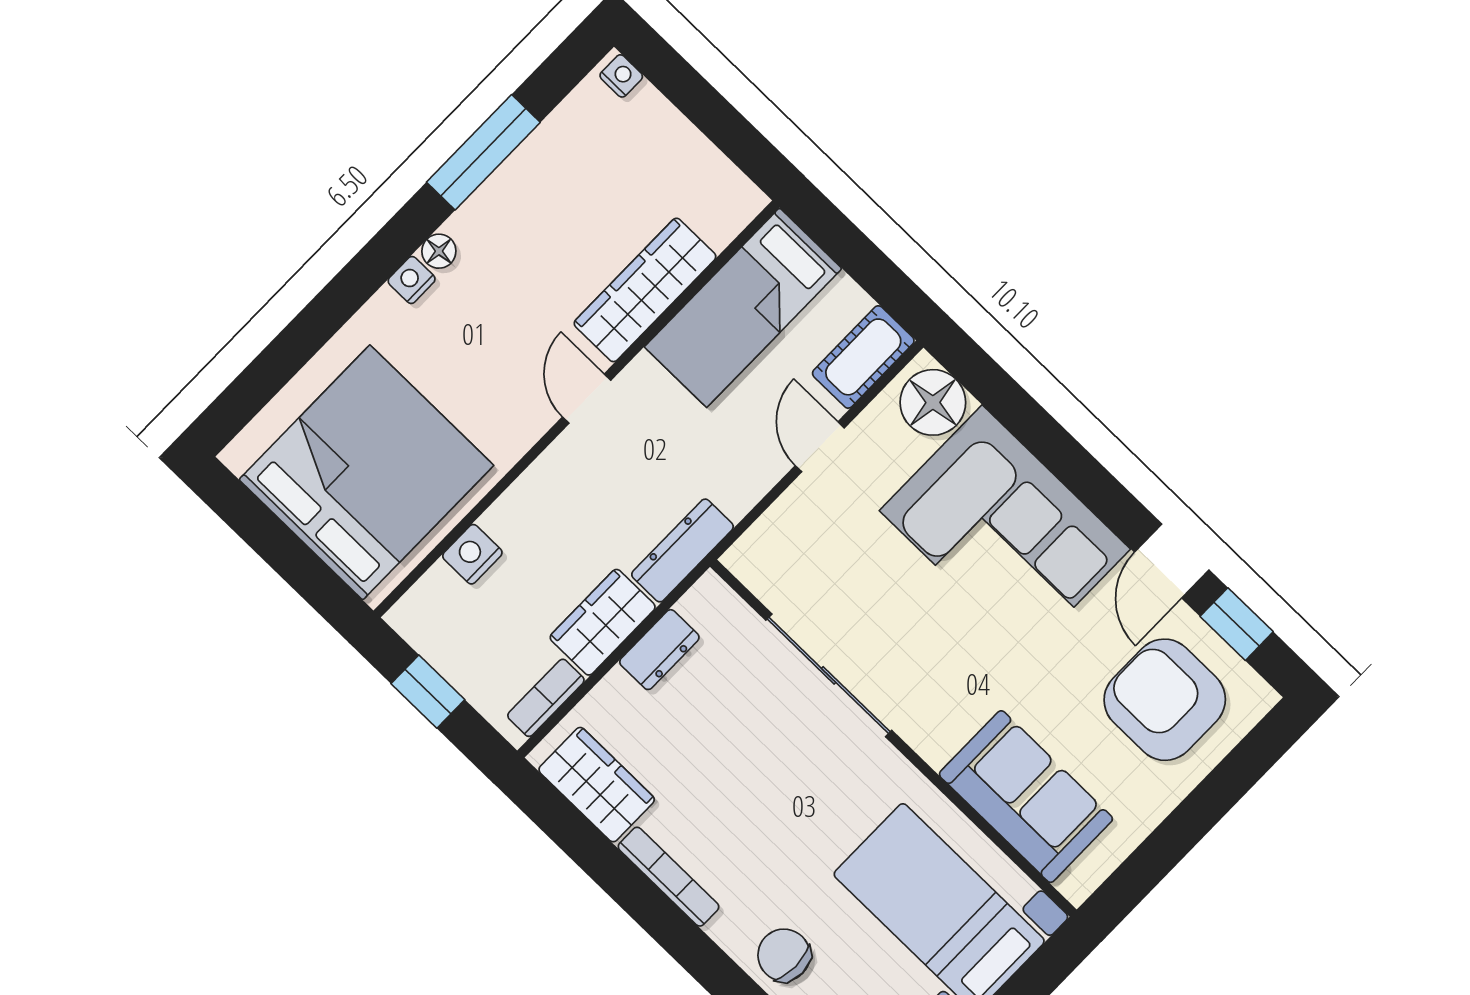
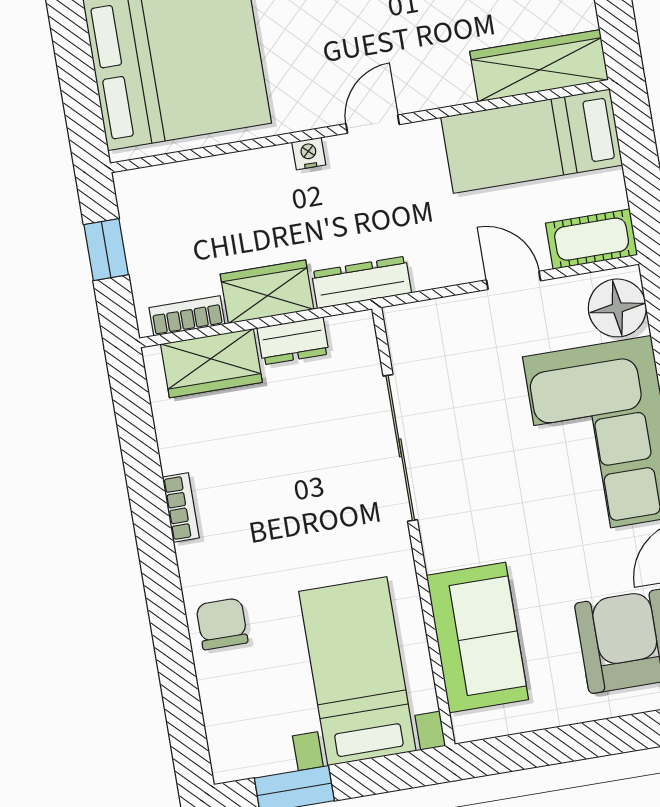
wardrobe: (645, 290) -> (539, 66), moved
door: (820, 447) -> (514, 280), hinge flipped
nightstand: (472, 554) -> (309, 154), moved, width x0.72, depth x0.74
wardrobe: (597, 785) -> (211, 363), moved, turned 90
bookcase: (669, 877) -> (181, 508), width x0.64

